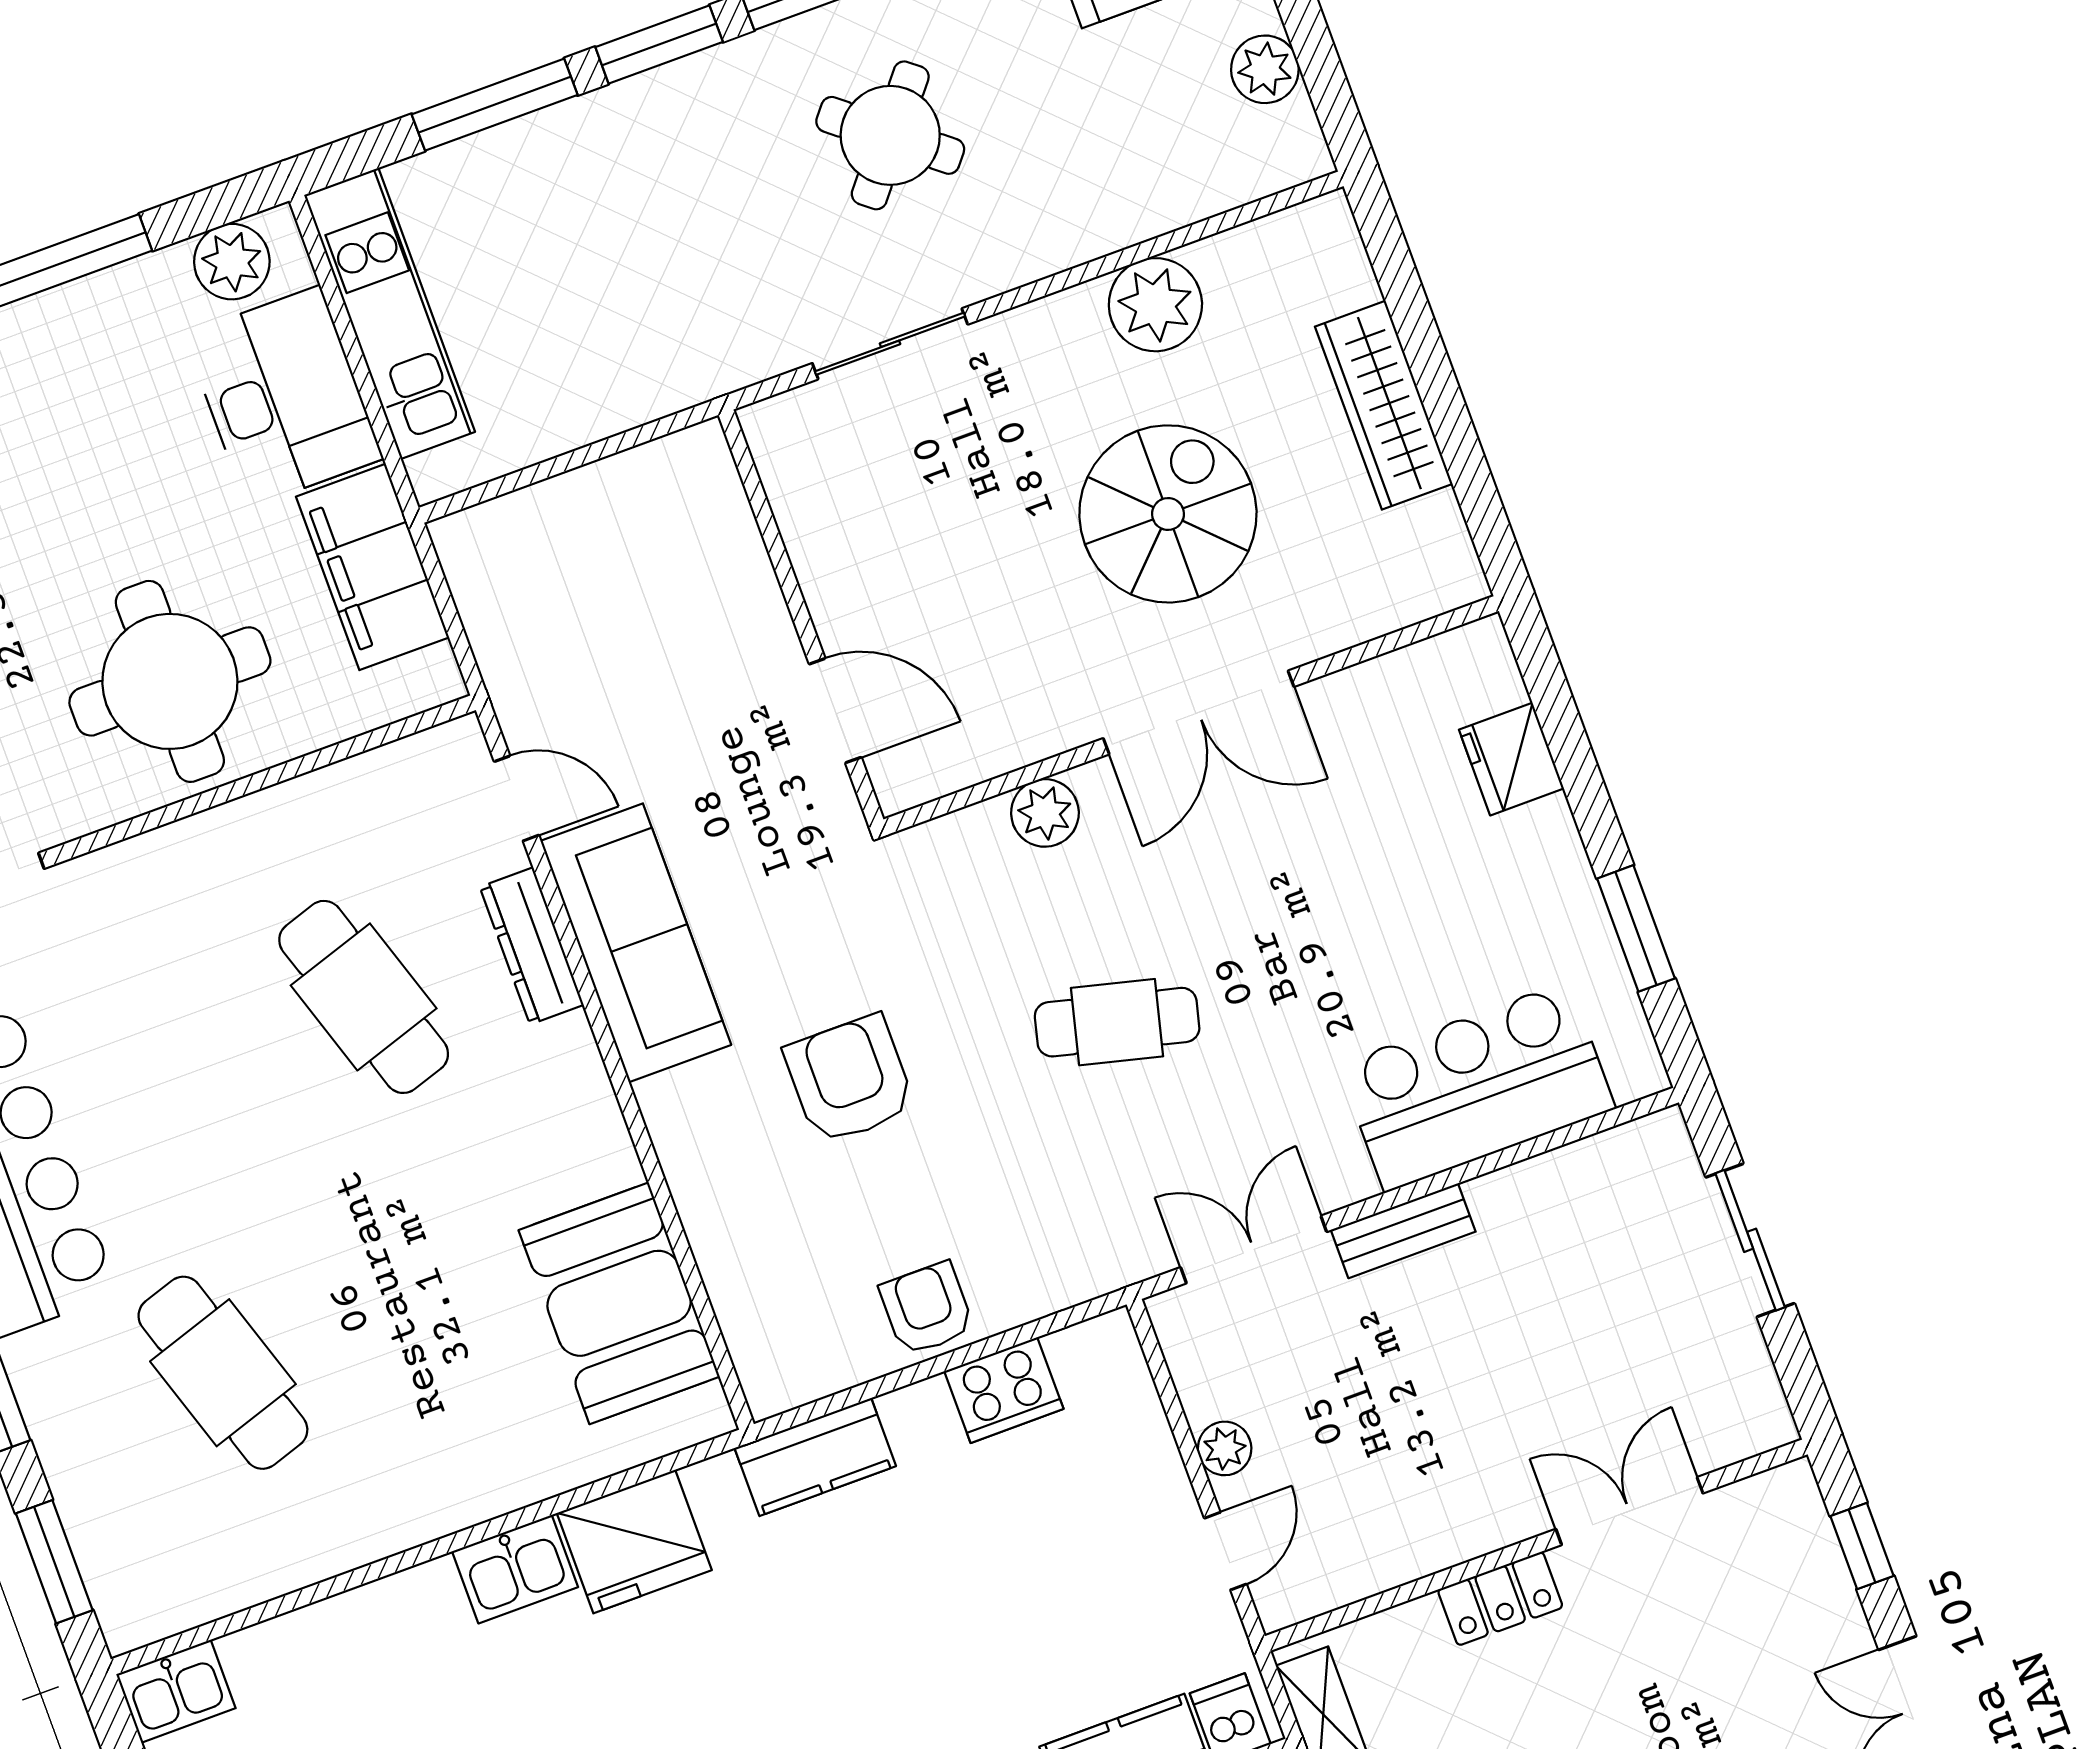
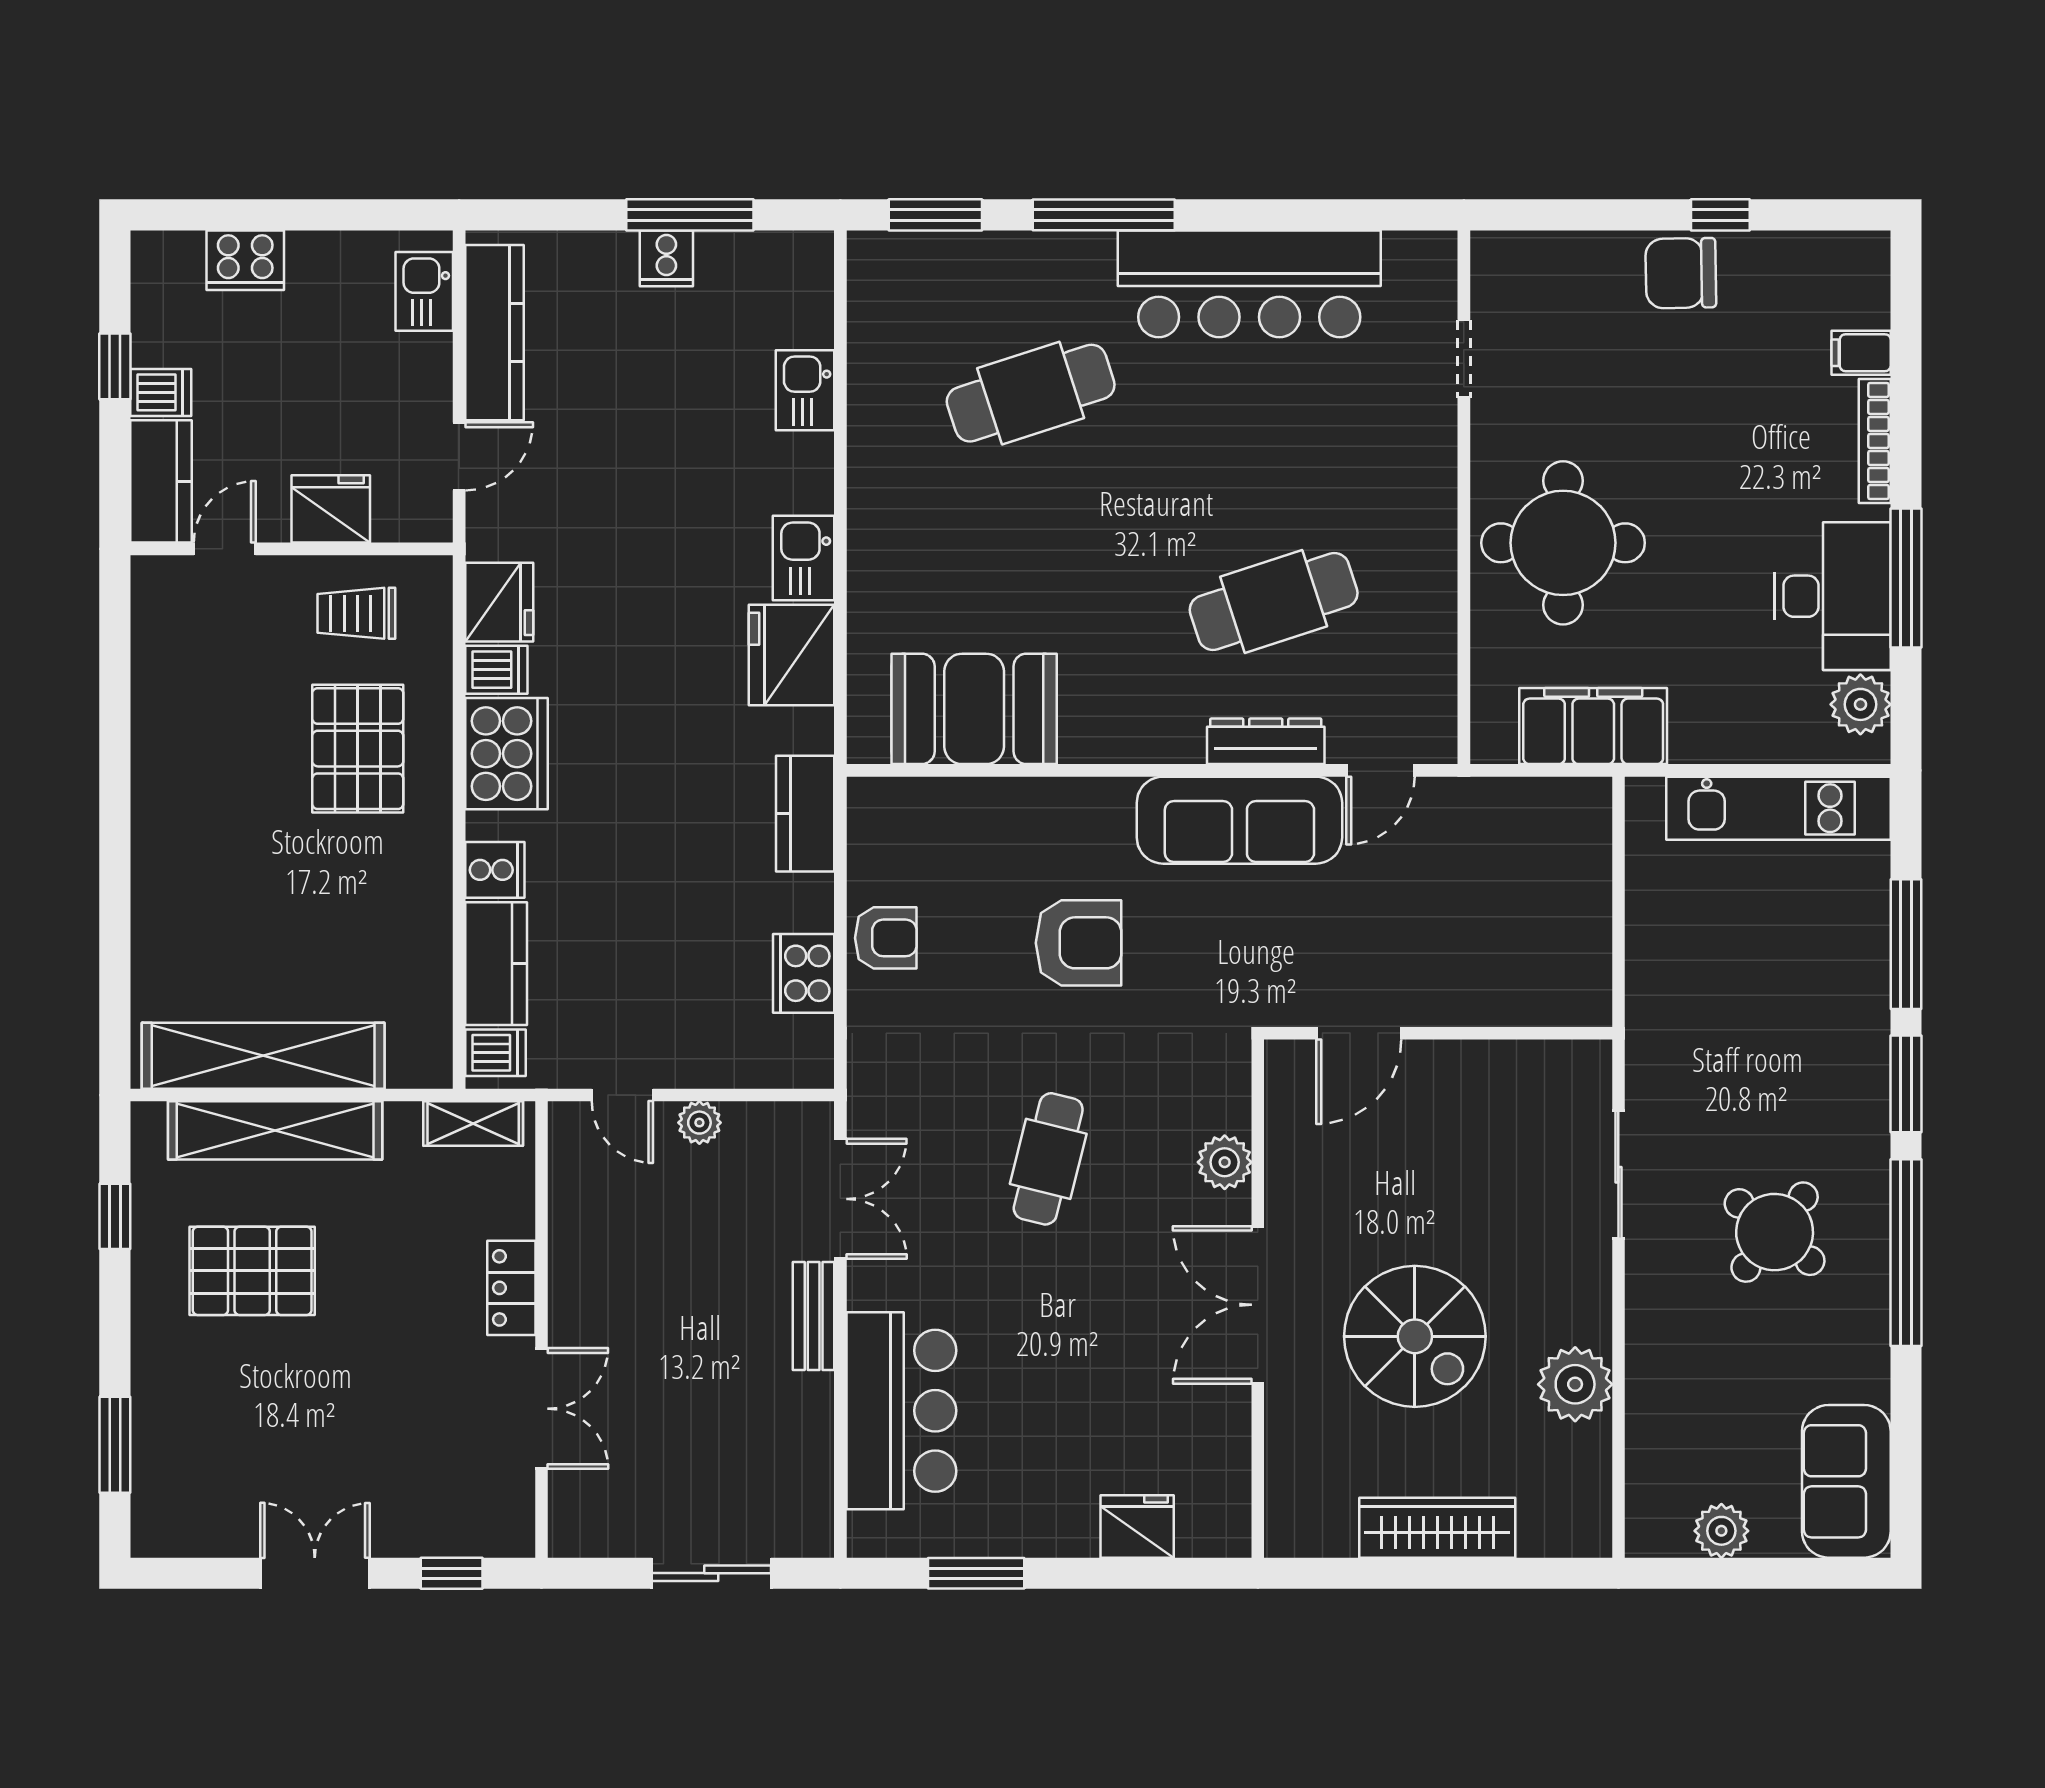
desk: (284, 397) -> (1832, 596), moved, turned -90
kitchen sink: (176, 1691) -> (805, 390), moved

